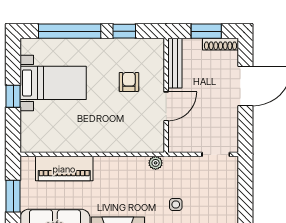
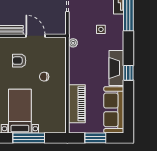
window: (13, 96) -> (29, 138), width x2.17
chair: (105, 119) -> (44, 77), added

